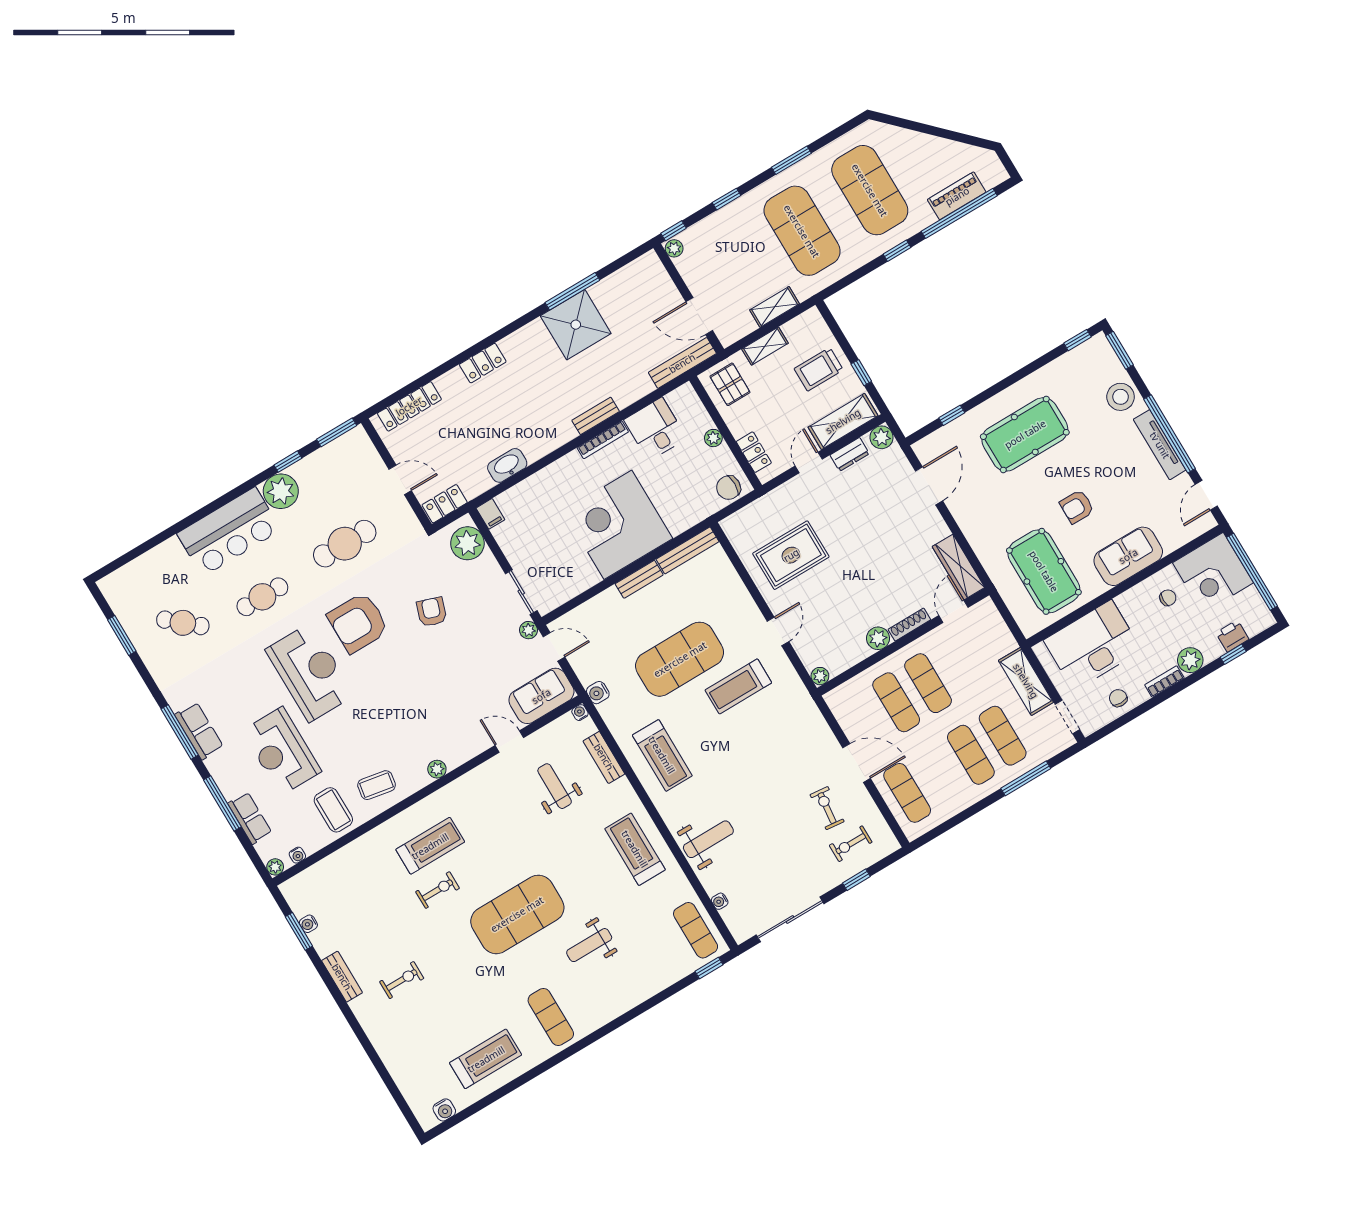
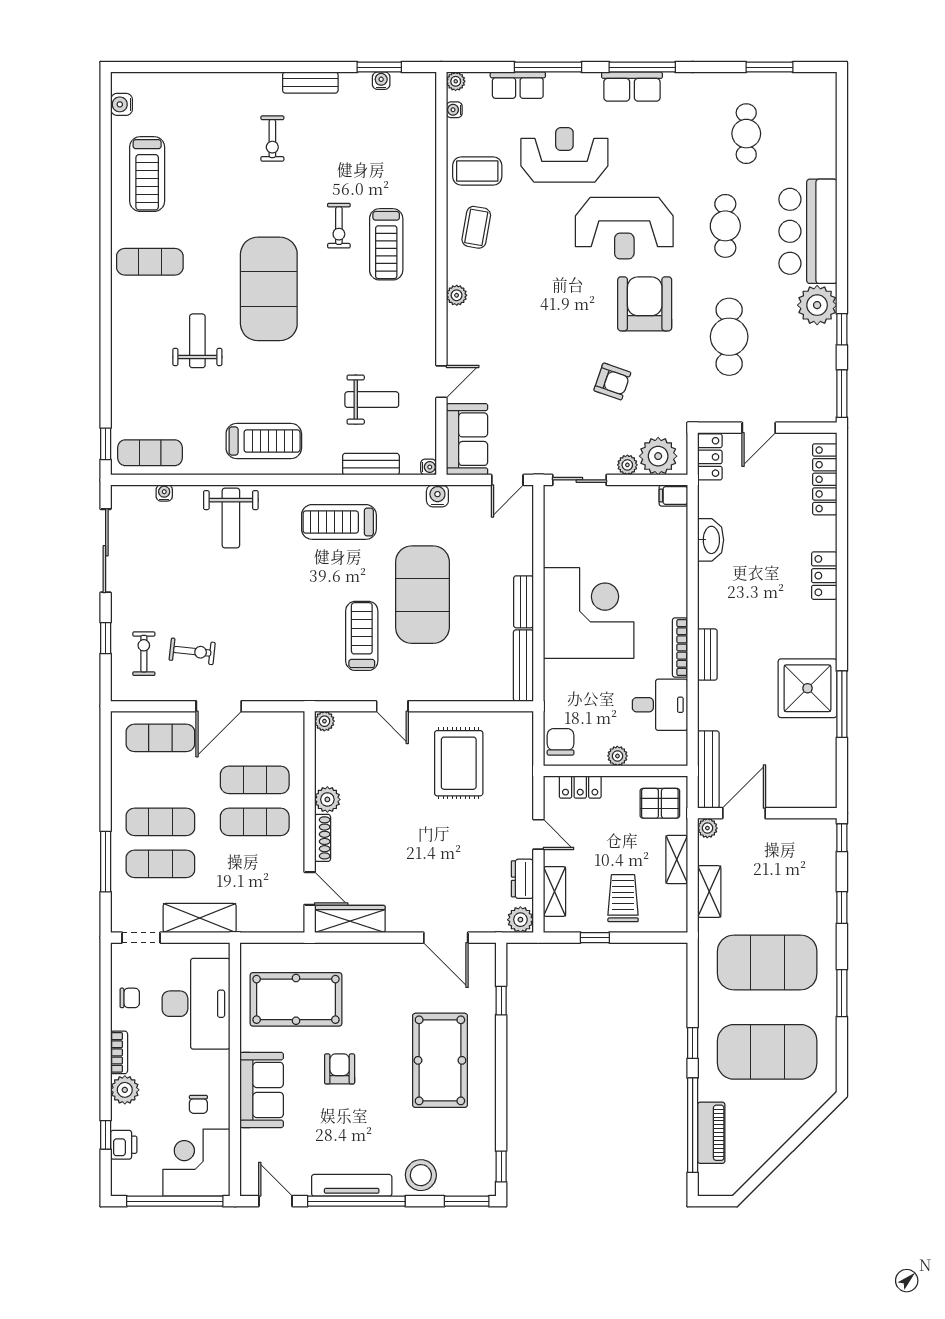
plant: (674, 248) -> (707, 828), moved
shelving: (843, 421) -> (555, 891), width x0.67, depth x0.75
cafe table: (183, 623) -> (746, 134), turned -41
plant: (529, 630) -> (627, 465), moved

